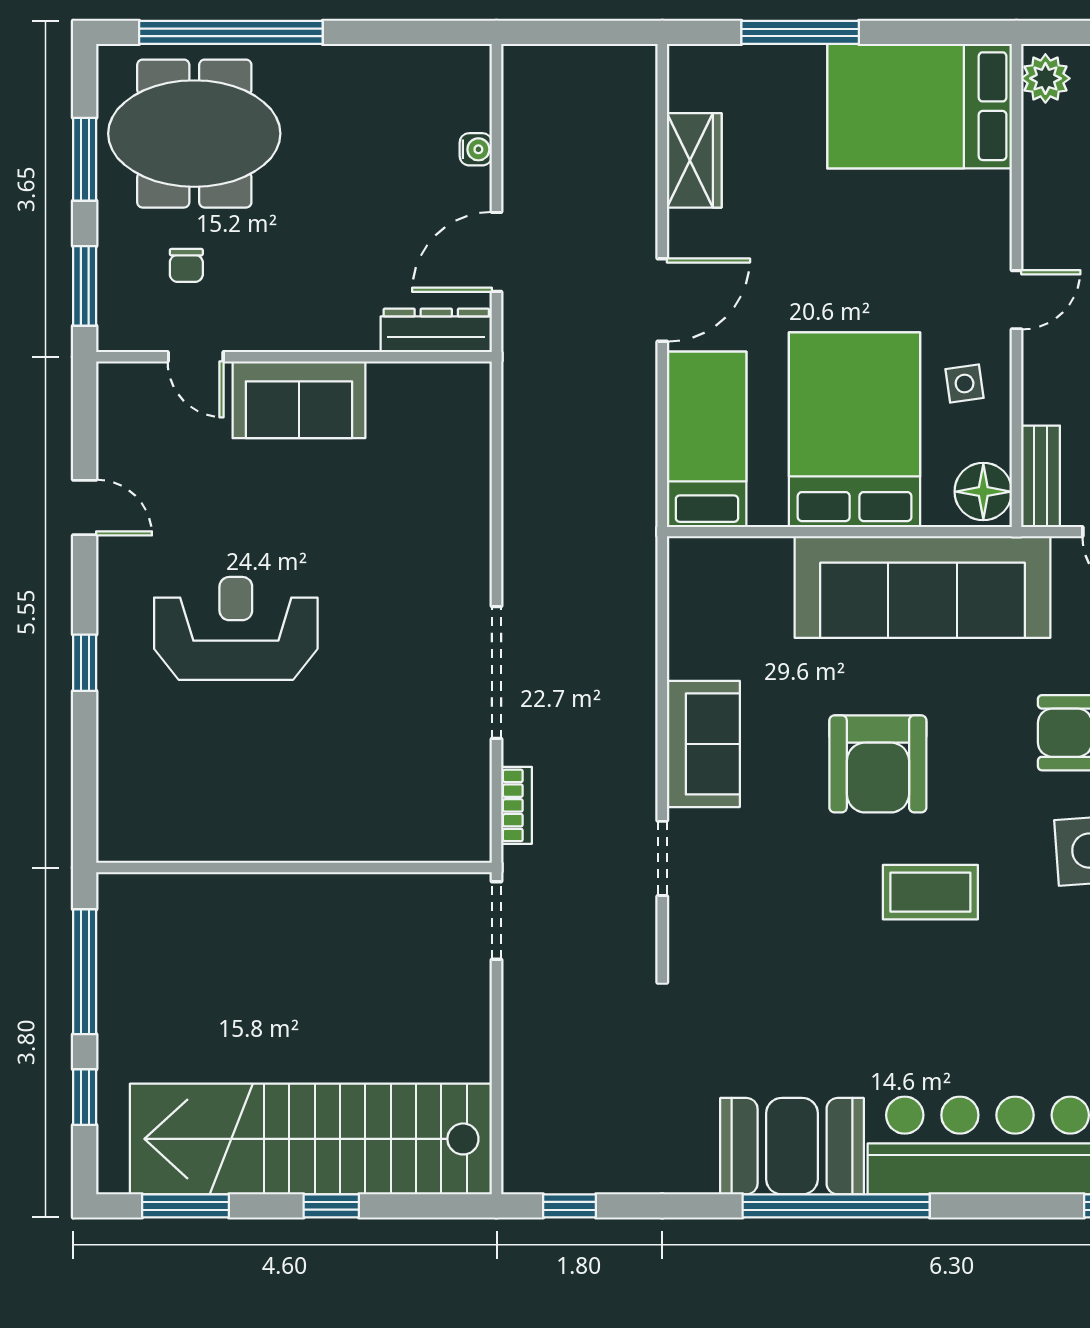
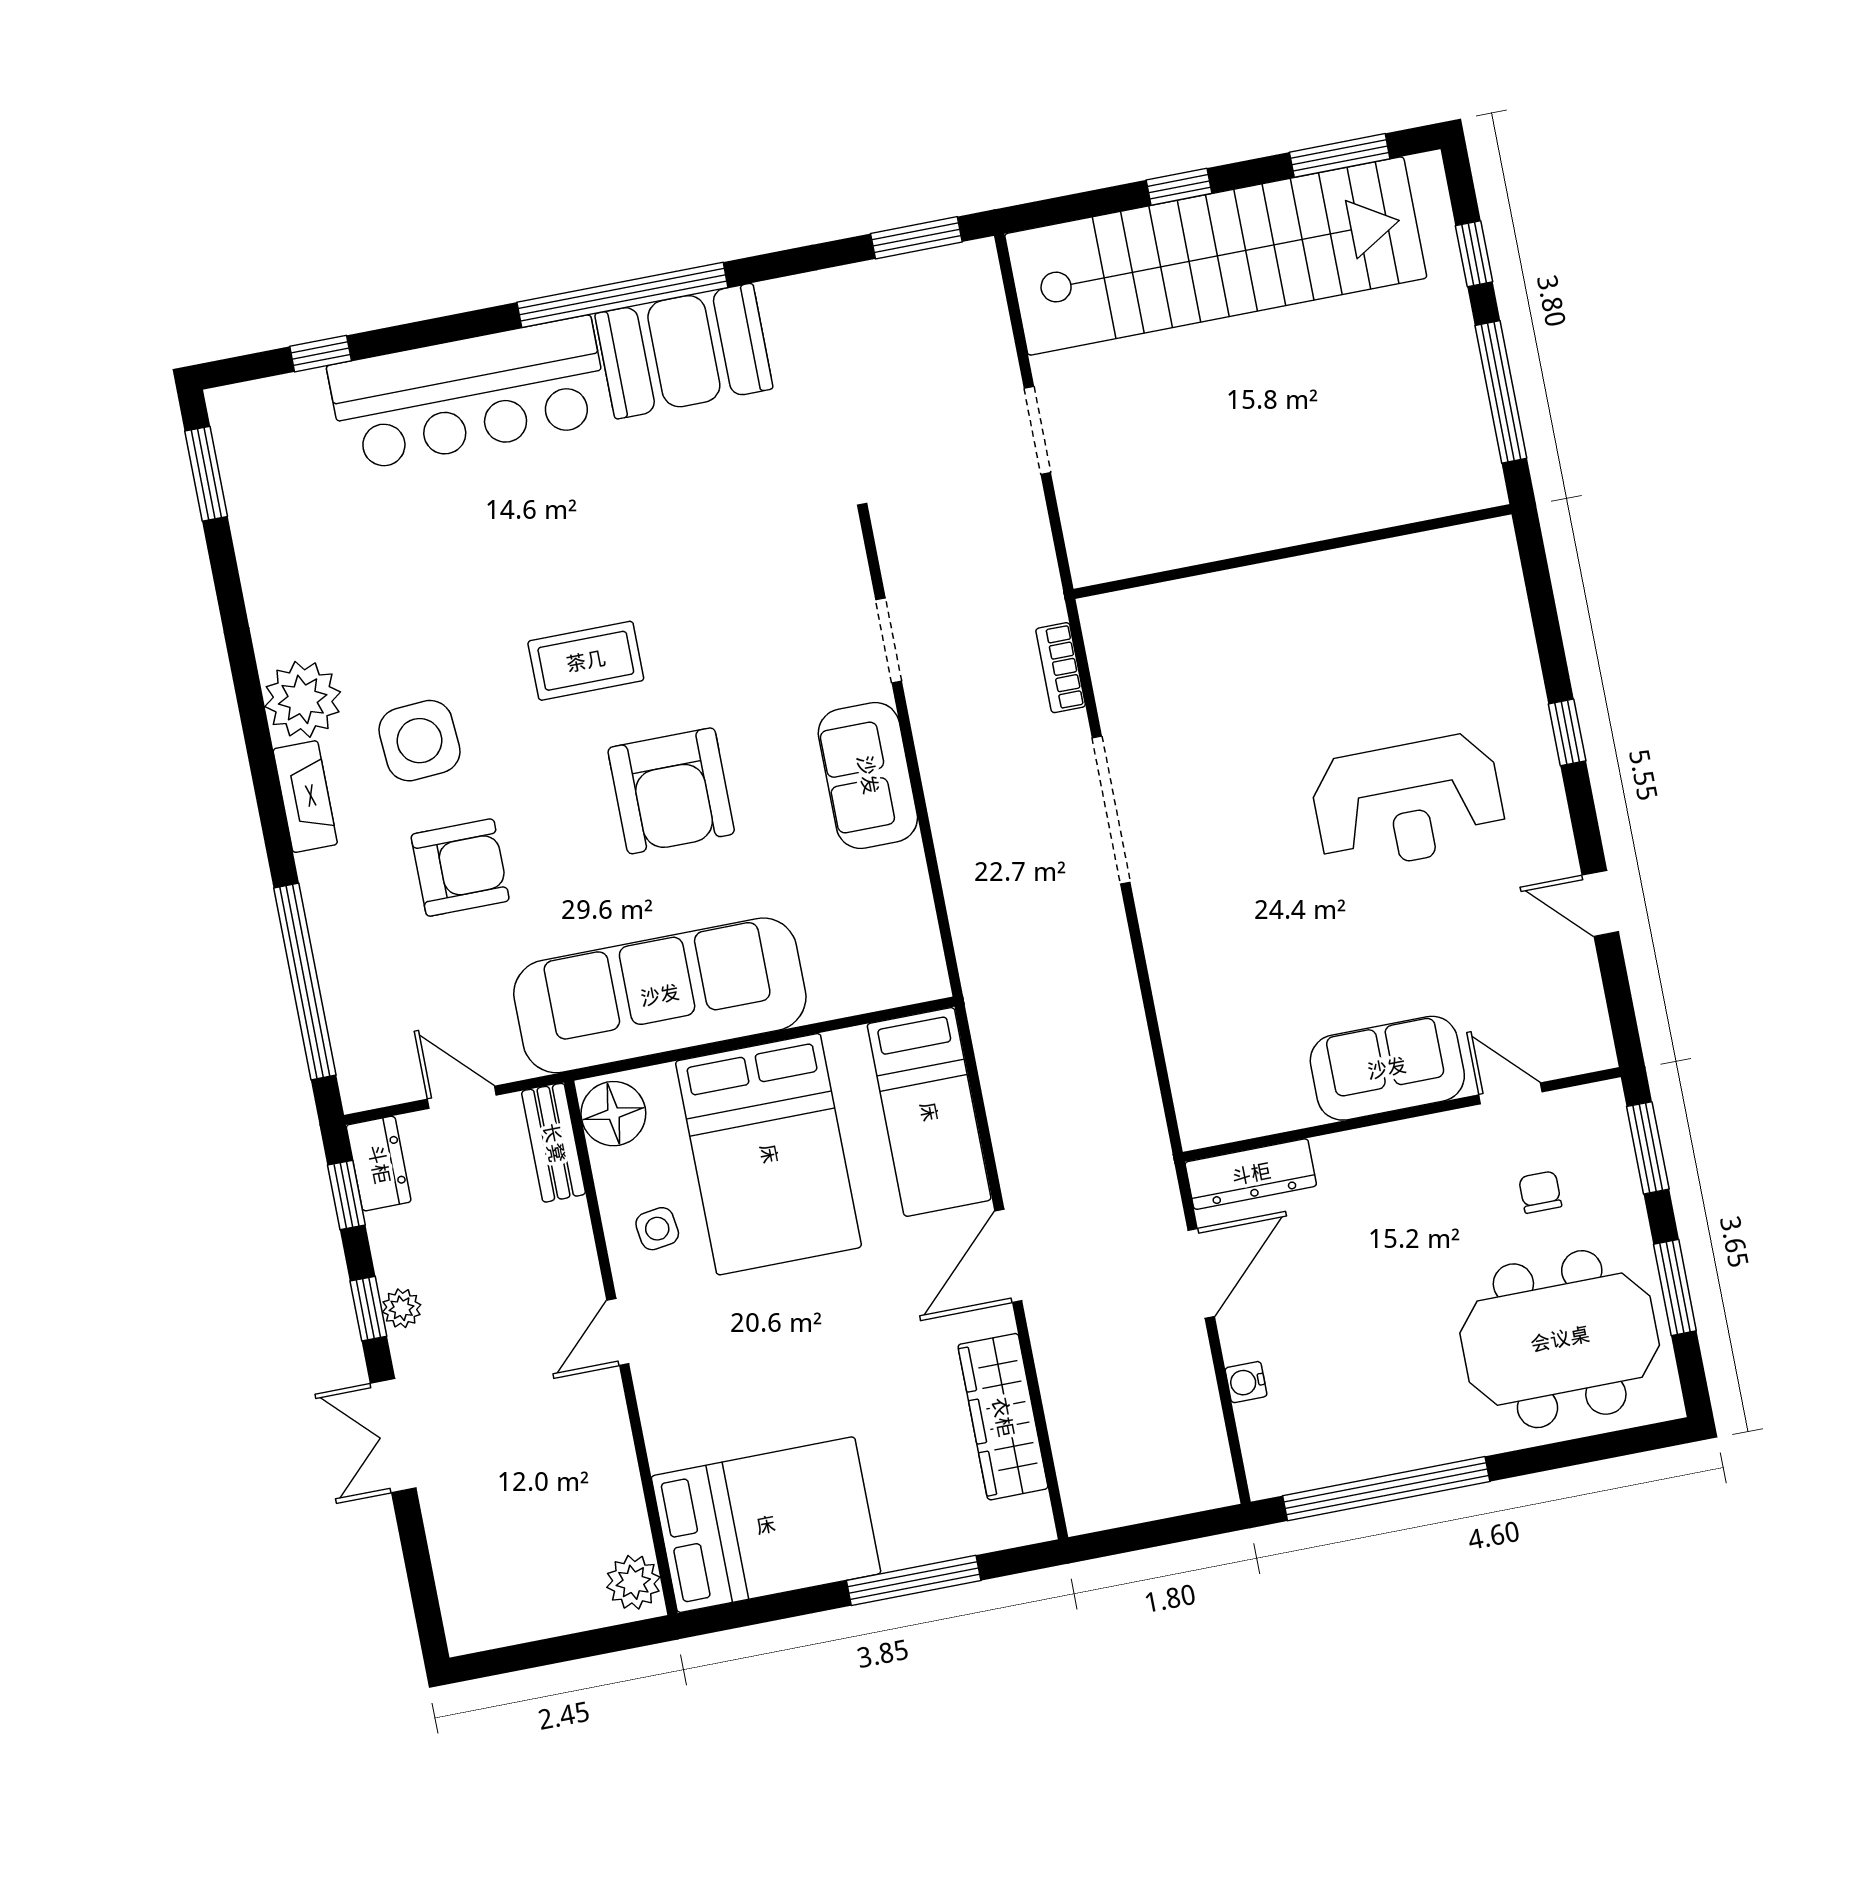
window: (231, 32) -> (1386, 1489), moved
wardrobe: (694, 160) -> (1003, 1417), width x1.50
armchair: (878, 764) -> (671, 791), turned 180
doorway: (497, 921) -> (1037, 431), moved
window: (569, 1206) -> (916, 238), width x1.50

